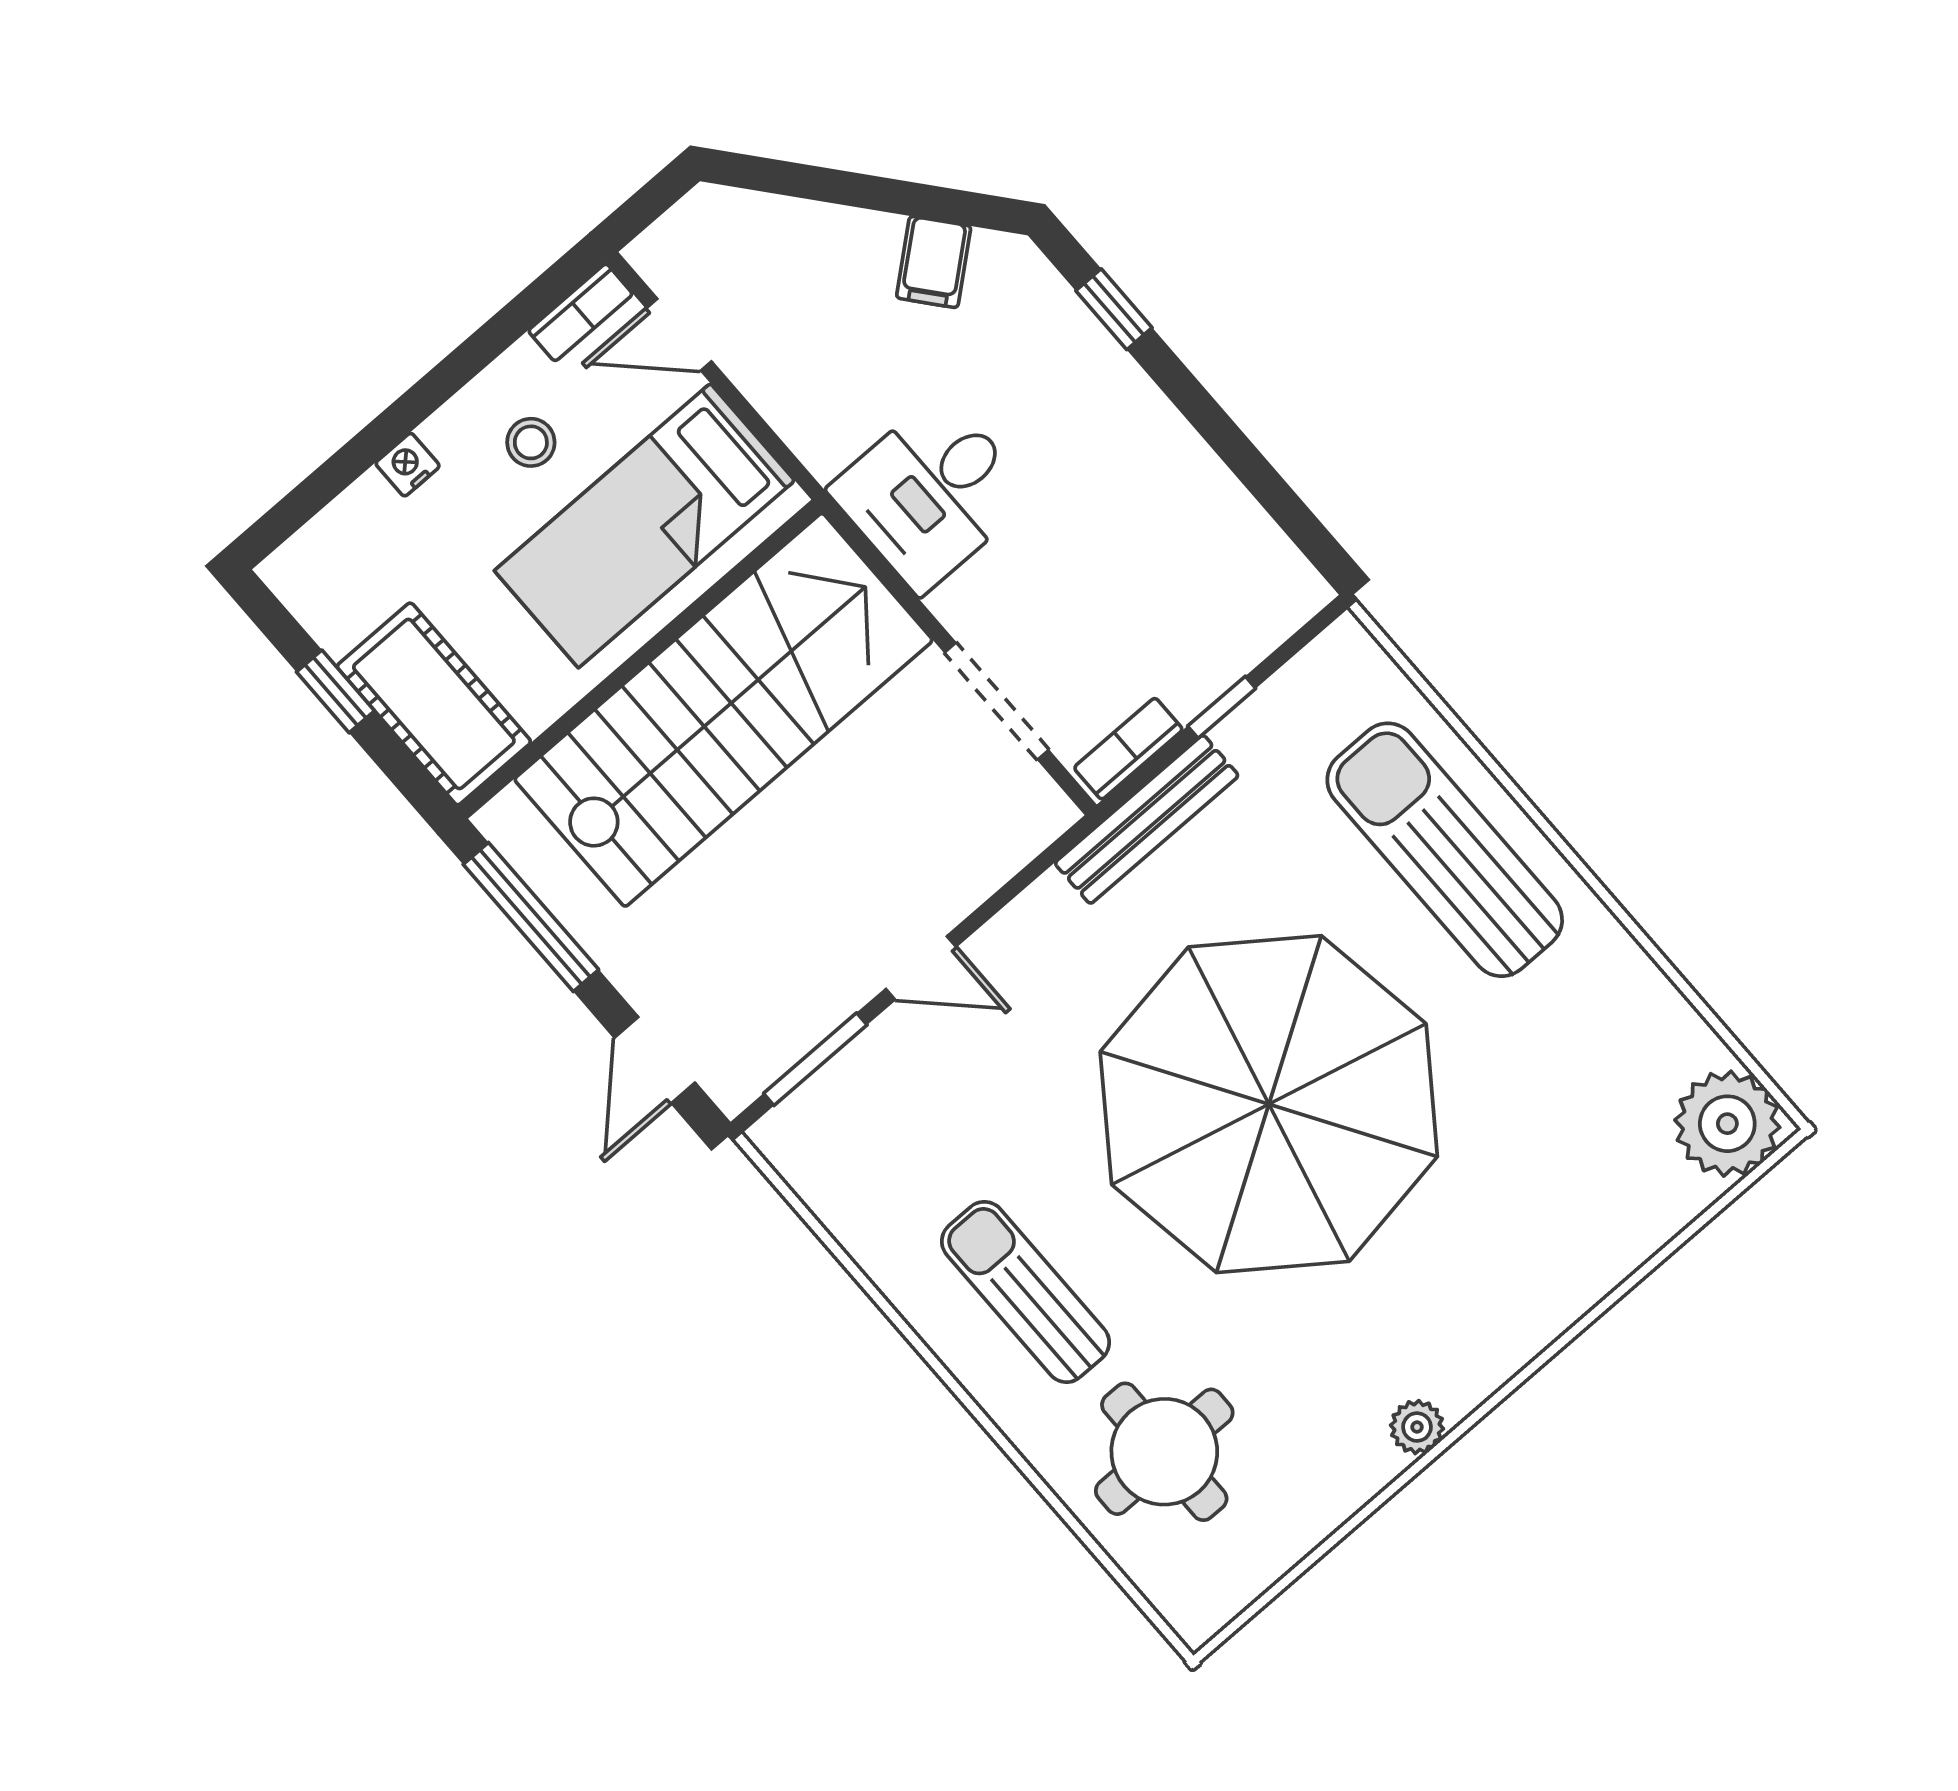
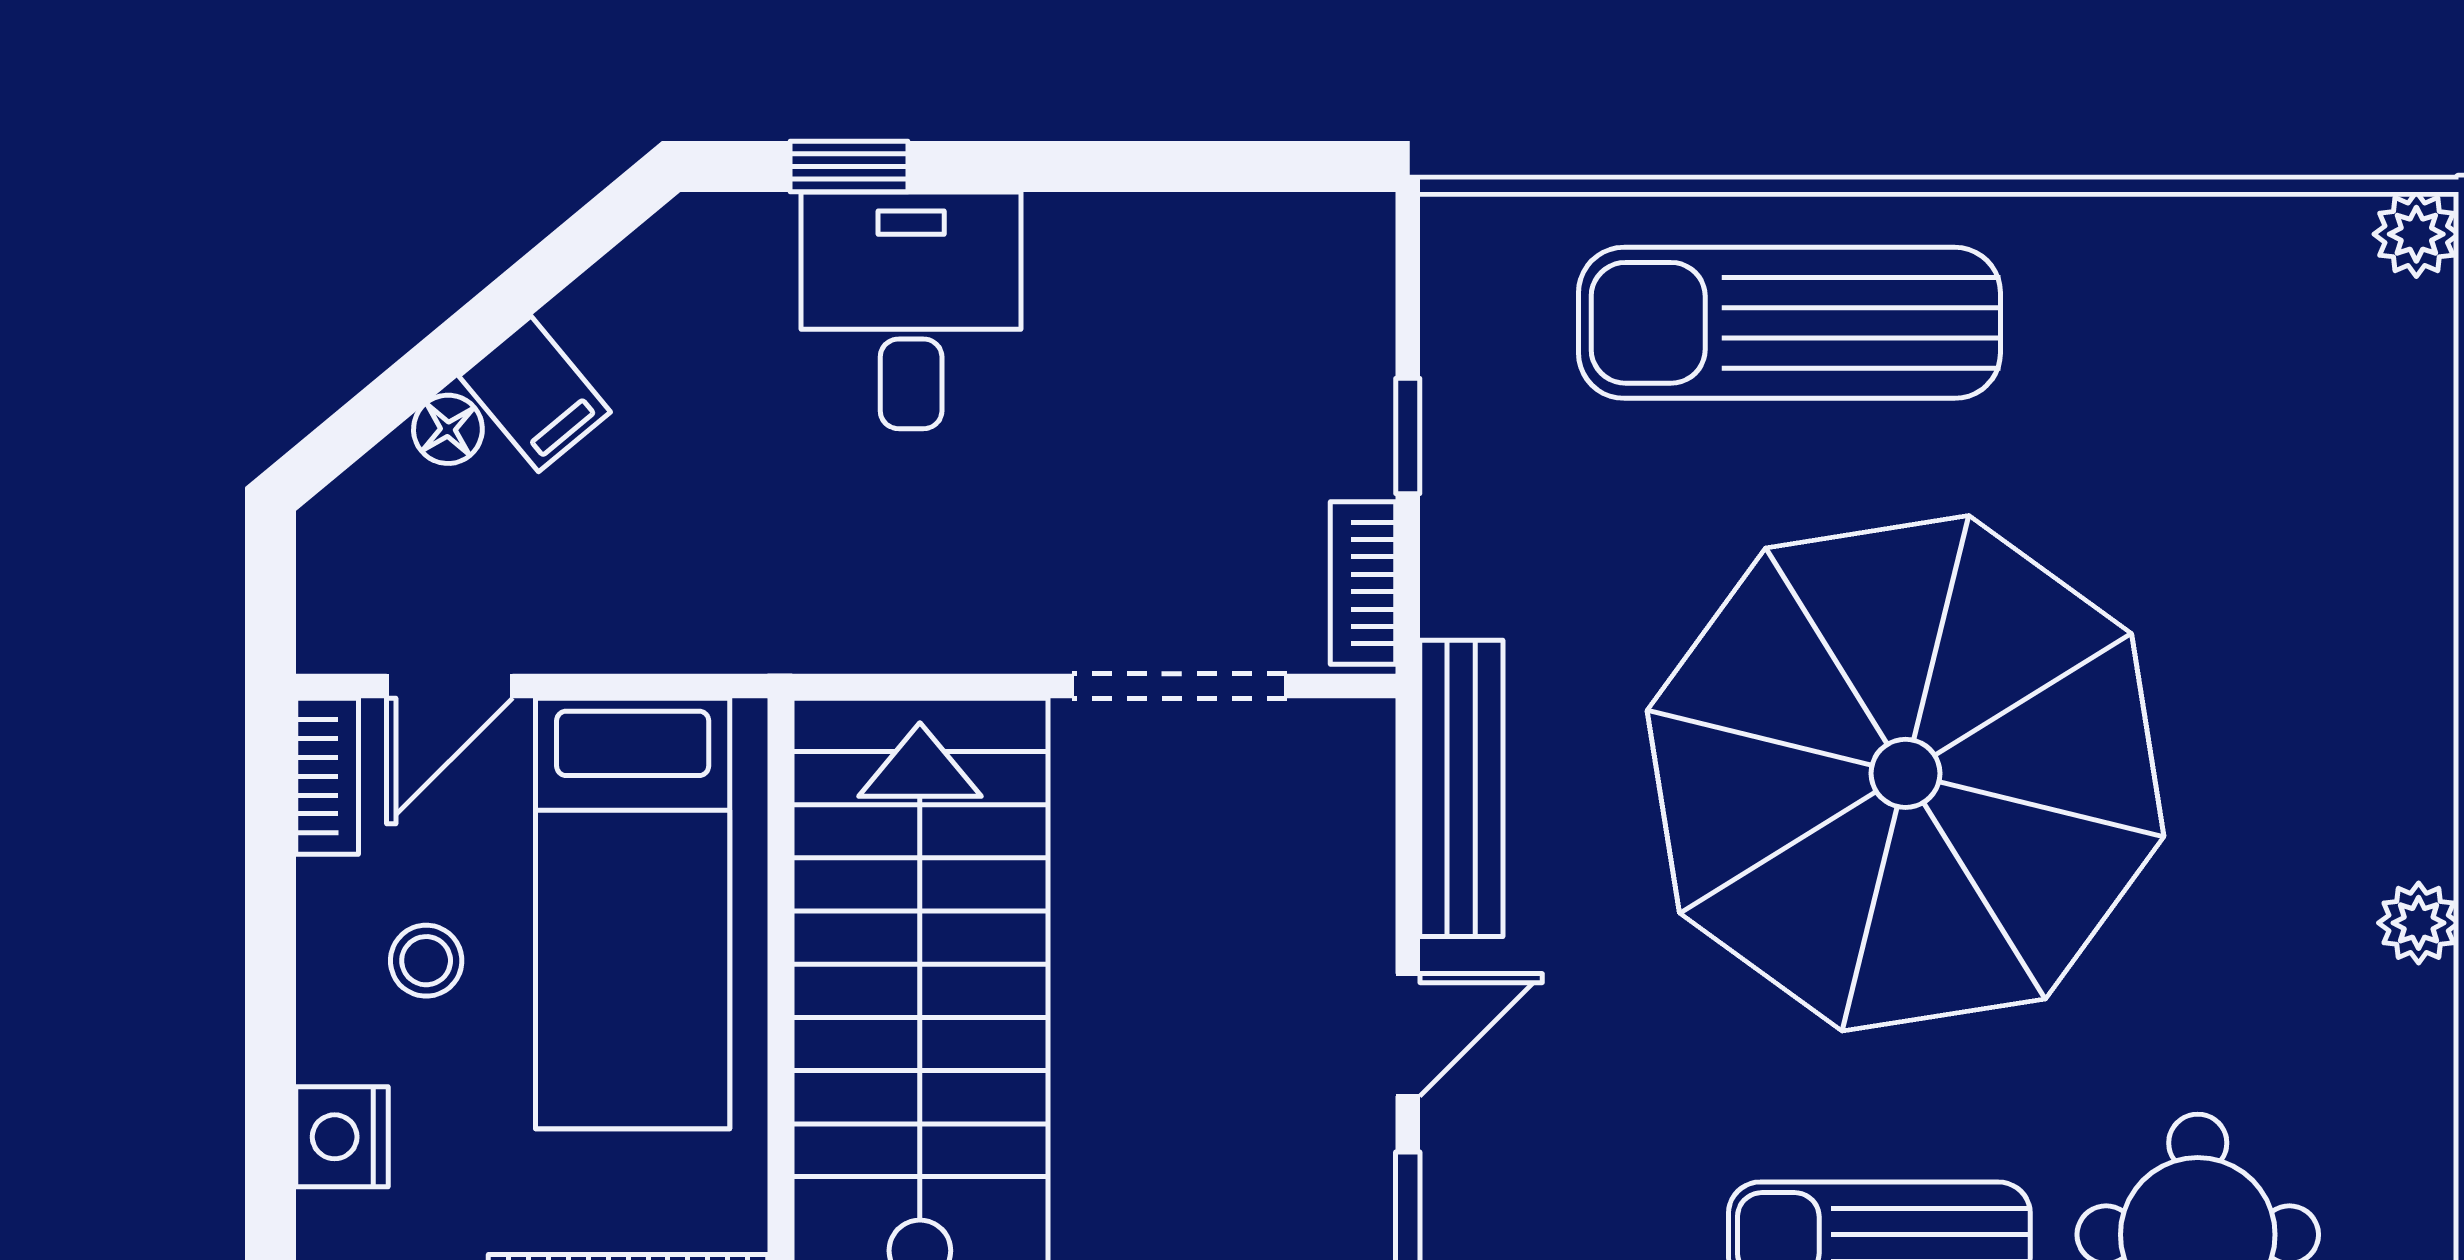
floor lamp: (807, 222) -> (448, 429), added
filing cabinet: (934, 262) -> (535, 394), moved
nightstand: (408, 465) -> (342, 1137), width x1.39, depth x1.35
desk: (931, 493) -> (911, 310), moved, turned 180
bench: (1147, 819) -> (1461, 788), moved
plant: (1727, 1124) -> (2416, 234), width x0.53, depth x0.53

